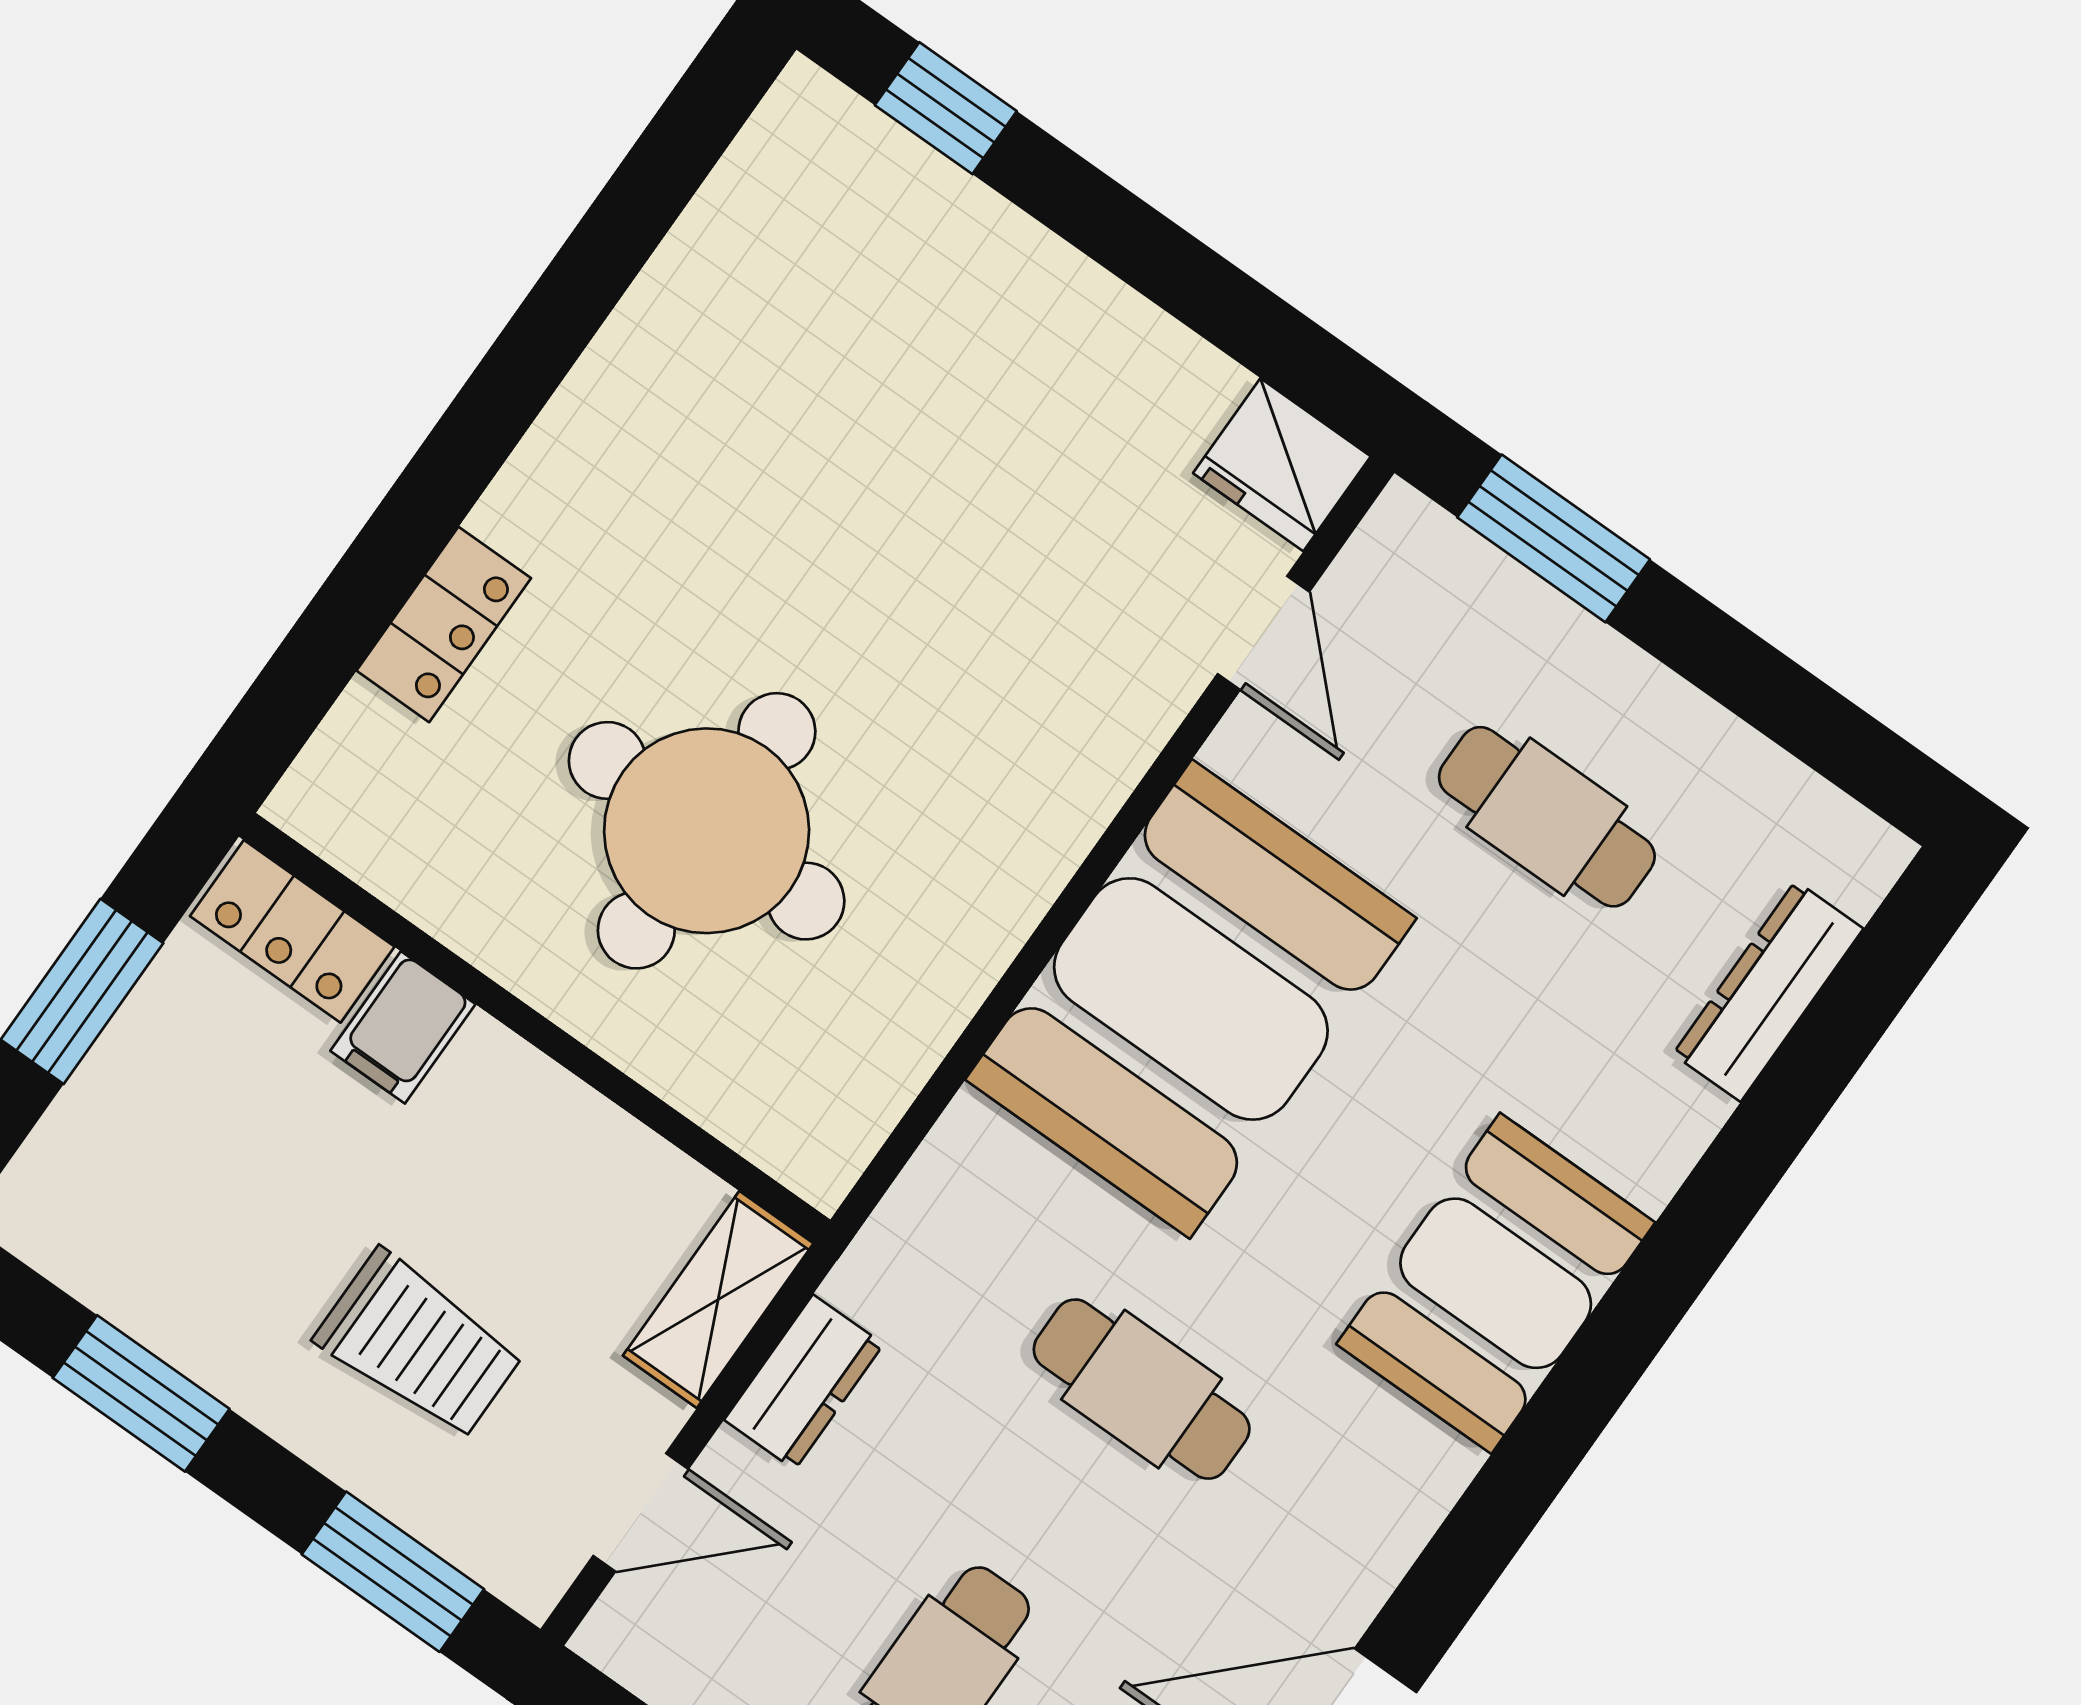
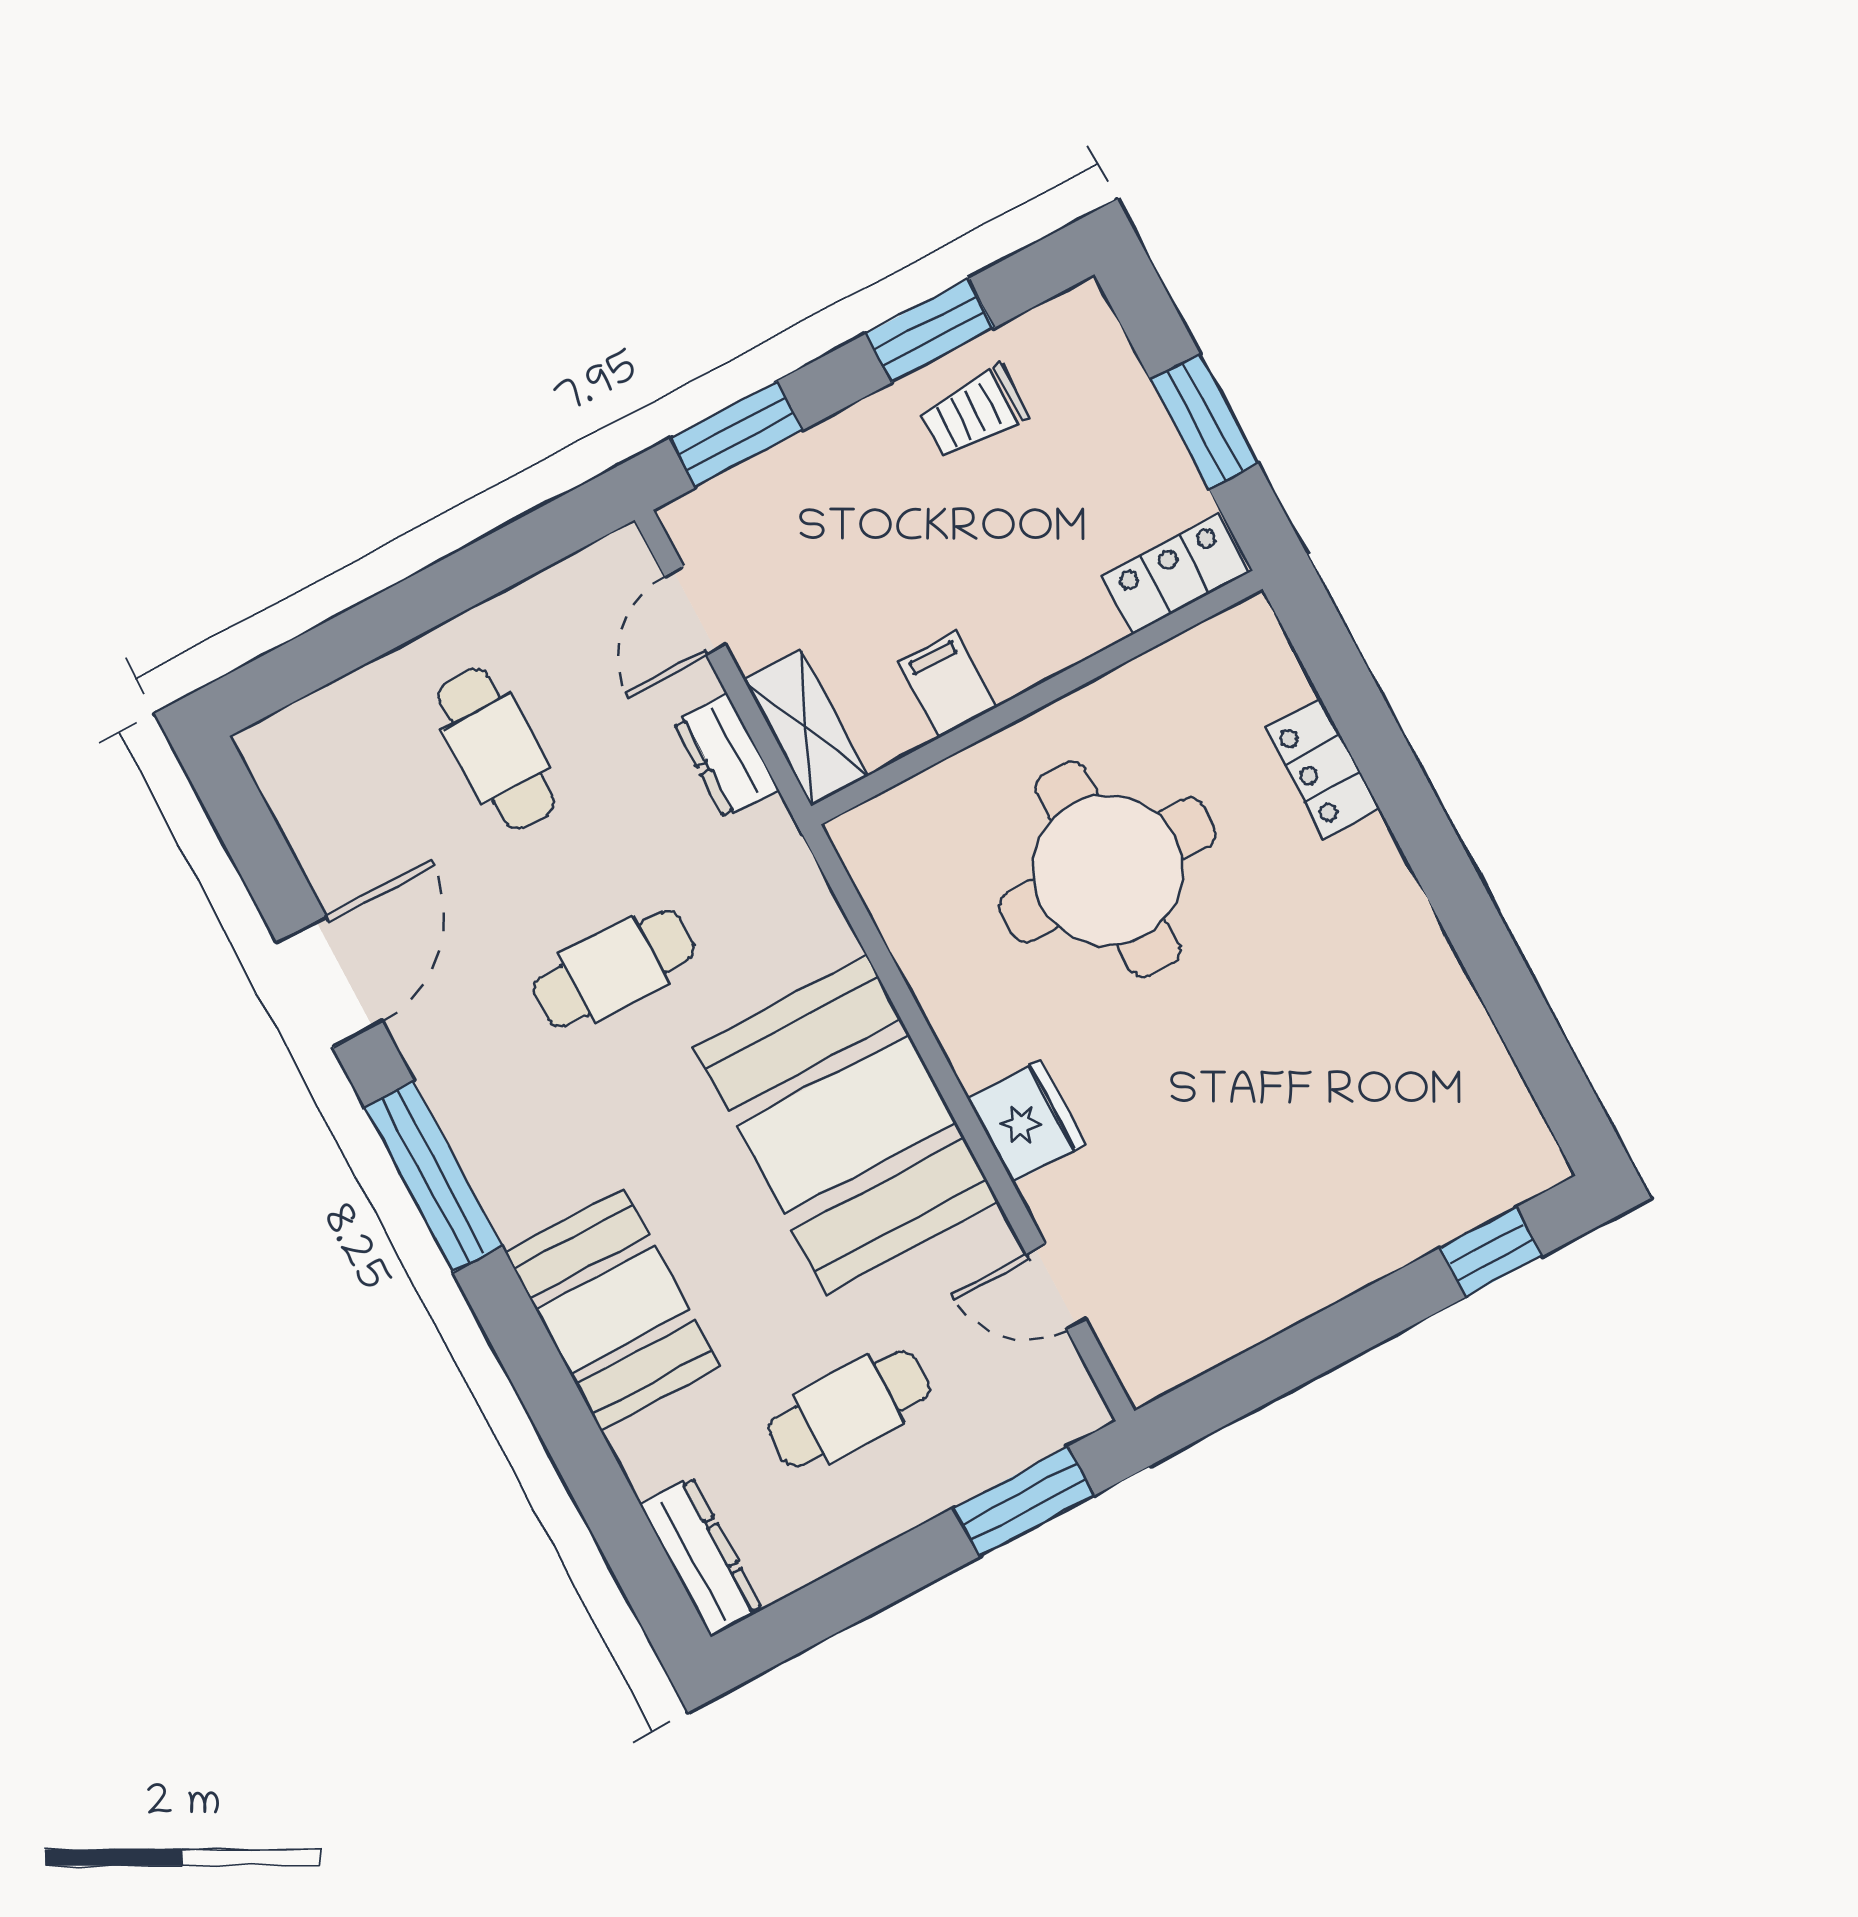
fridge: (1282, 465) -> (1026, 1121), moved, turned 90
dresser: (1768, 991) -> (701, 1557), moved
filing cabinet: (403, 1027) -> (947, 684), moved
booth: (1496, 1283) -> (612, 1310), moved
trolley: (419, 1345) -> (974, 412), moved, width x0.73, depth x0.72
window: (1517, 1485) -> (433, 1176), added

